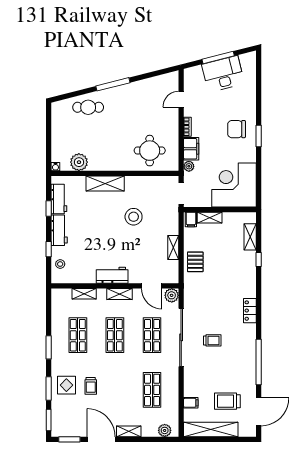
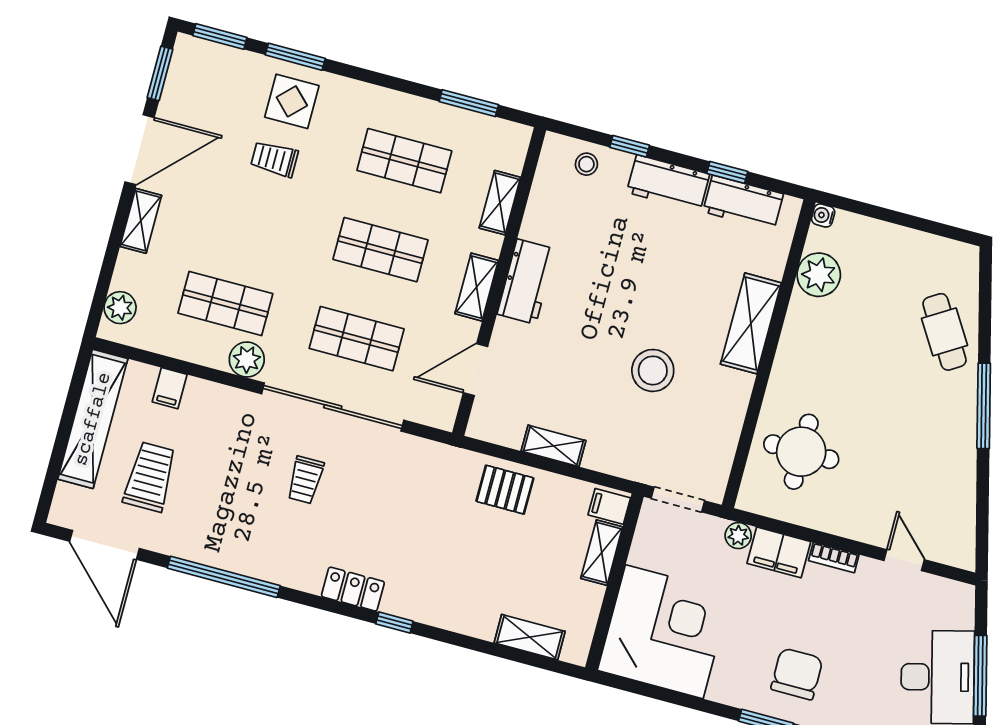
cafe table: (88, 107) -> (945, 332), turned -32
window: (259, 259) -> (394, 623), moved
plant: (172, 295) -> (247, 359), moved
window: (49, 347) -> (469, 103), moved

